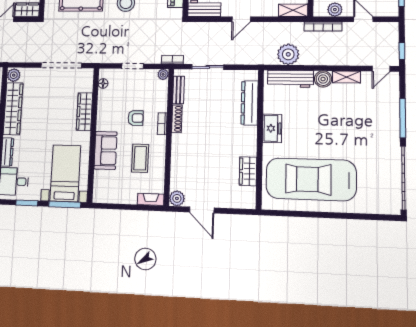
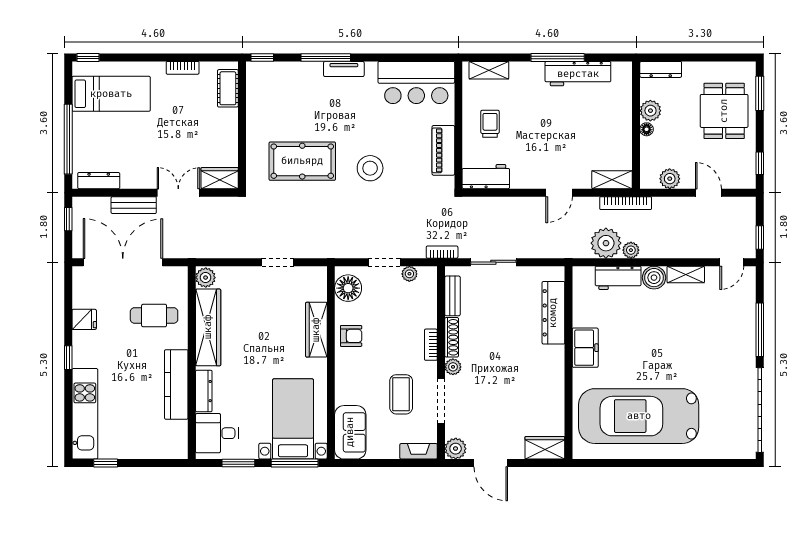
door: (241, 19) -> (559, 193), moved
bookcase: (323, 27) -> (626, 203), moved
plant: (306, 59) -> (631, 250), added
doorway: (61, 65) -> (277, 262), width x0.53
plant: (163, 74) -> (409, 274), moved
workbench: (291, 79) -> (618, 278), width x0.73
floor lamp: (103, 83) -> (348, 288), width x1.89, depth x1.89
armchair: (136, 118) -> (351, 336), moved
plant: (177, 140) -> (453, 367), added
sofa: (105, 150) -> (350, 432), moved
doorway: (168, 164) -> (441, 401), added
wardrobe: (248, 171) -> (545, 448), moved, turned 90

